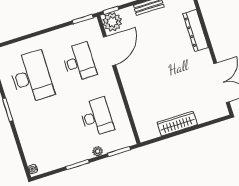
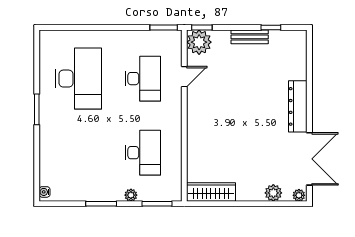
dresser: (196, 31) -> (298, 106), moved
door: (109, 51) -> (184, 77), width x0.53
plant: (222, 112) -> (299, 195), added
plant: (203, 116) -> (273, 193), added
wardrobe: (177, 124) -> (211, 192), moved

